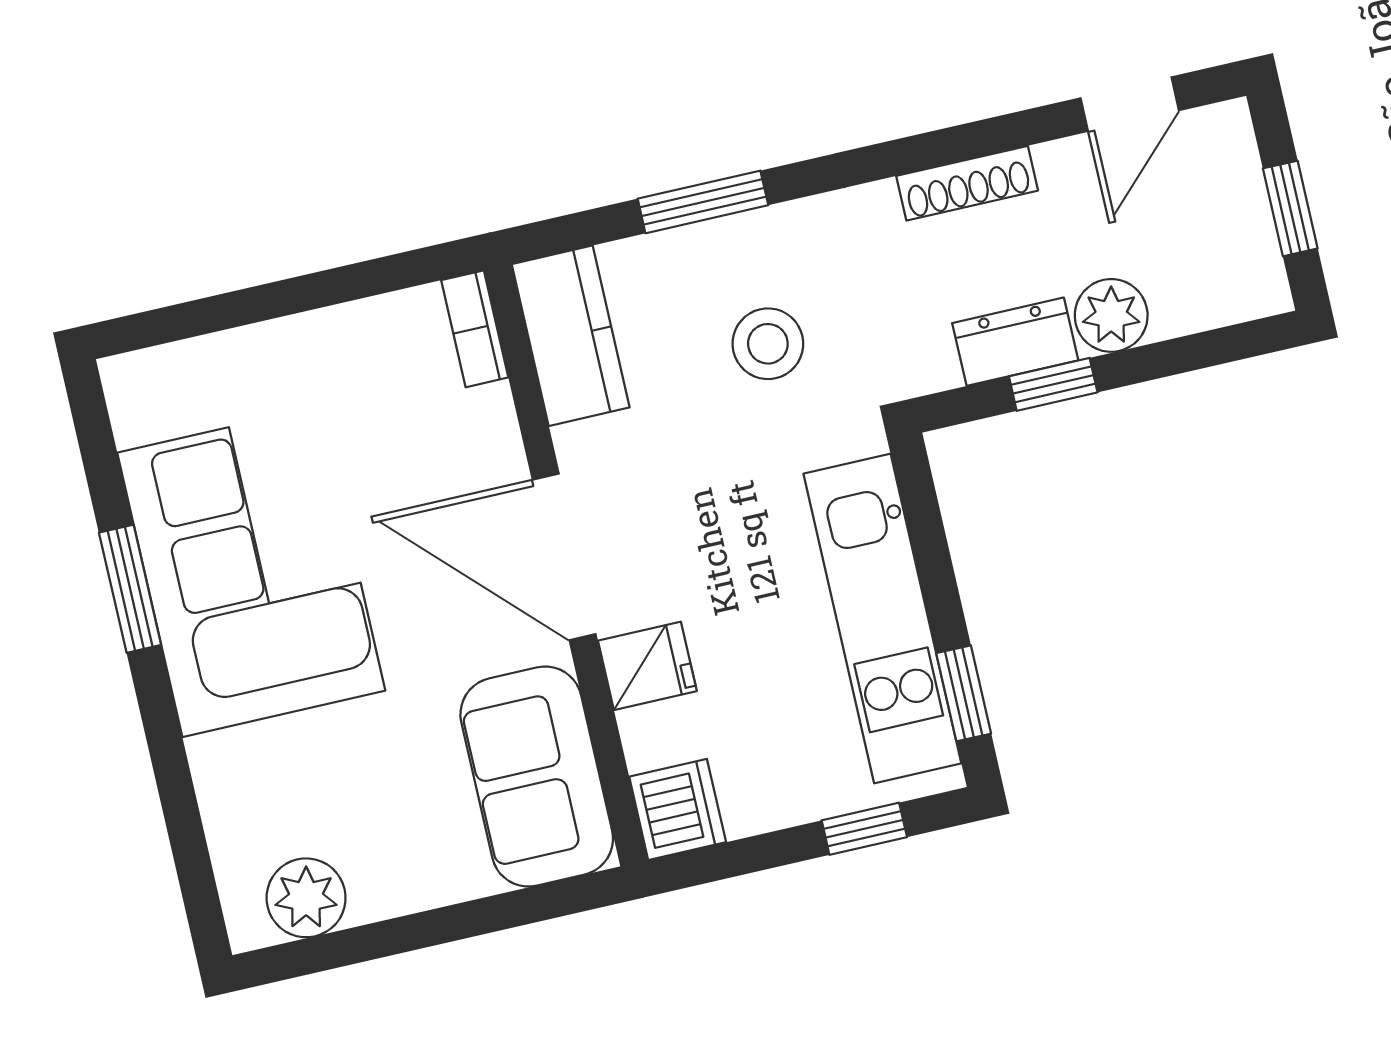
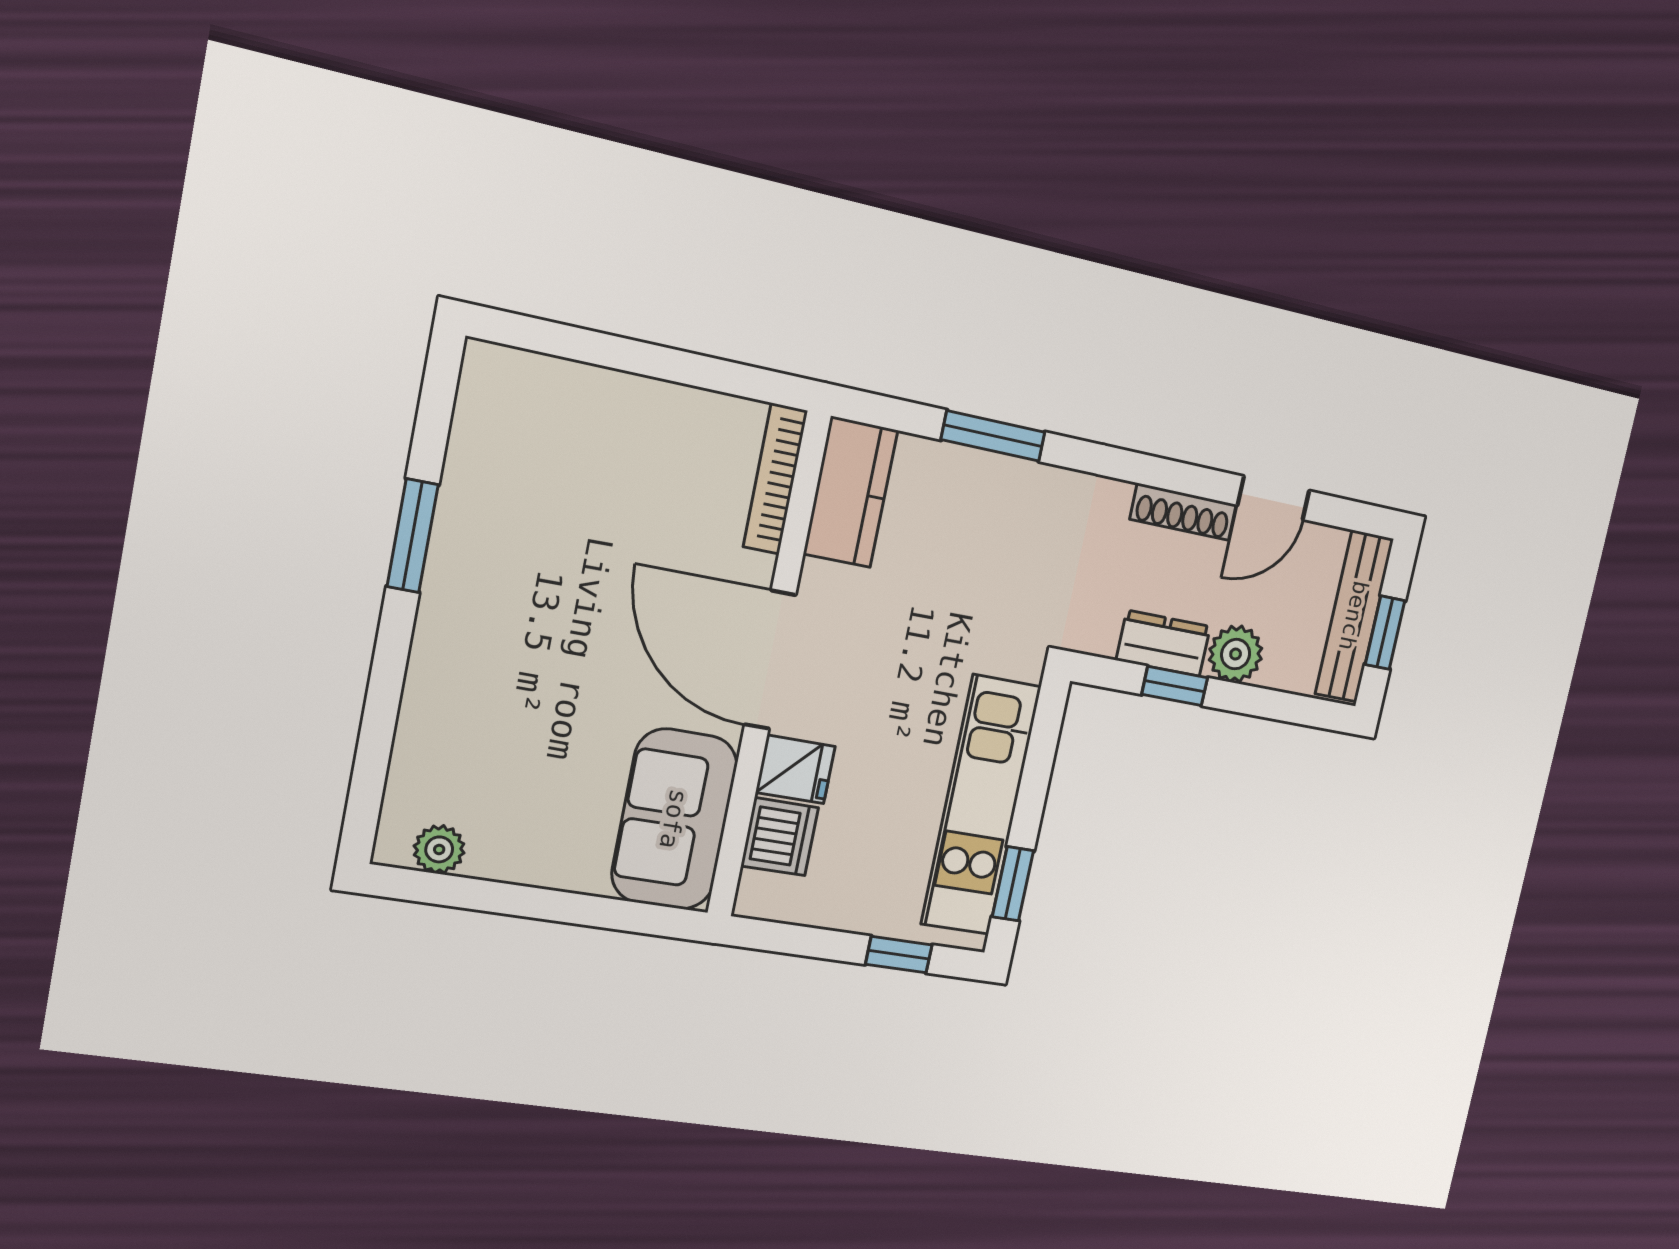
door: (1130, 104) -> (1273, 498), moved
bench: (1241, 207) -> (1354, 616), added
bookcase: (475, 329) -> (775, 479), width x1.56
stool: (768, 344) -> (992, 565), removed
corner sofa: (251, 572) -> (519, 565), removed
dishwasher: (678, 809) -> (780, 837), moved
plant: (306, 898) -> (439, 849), width x0.73, depth x0.73

